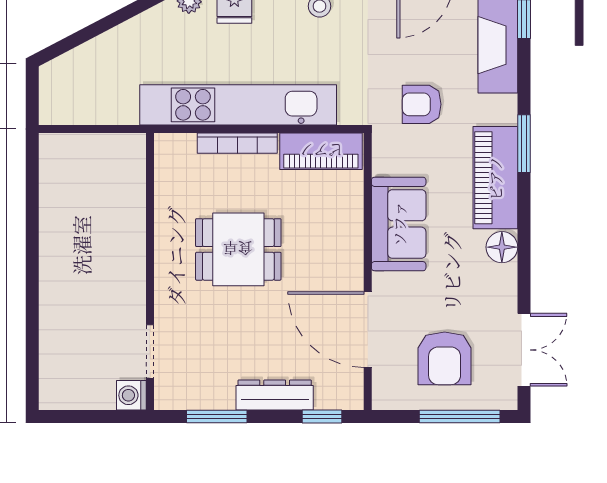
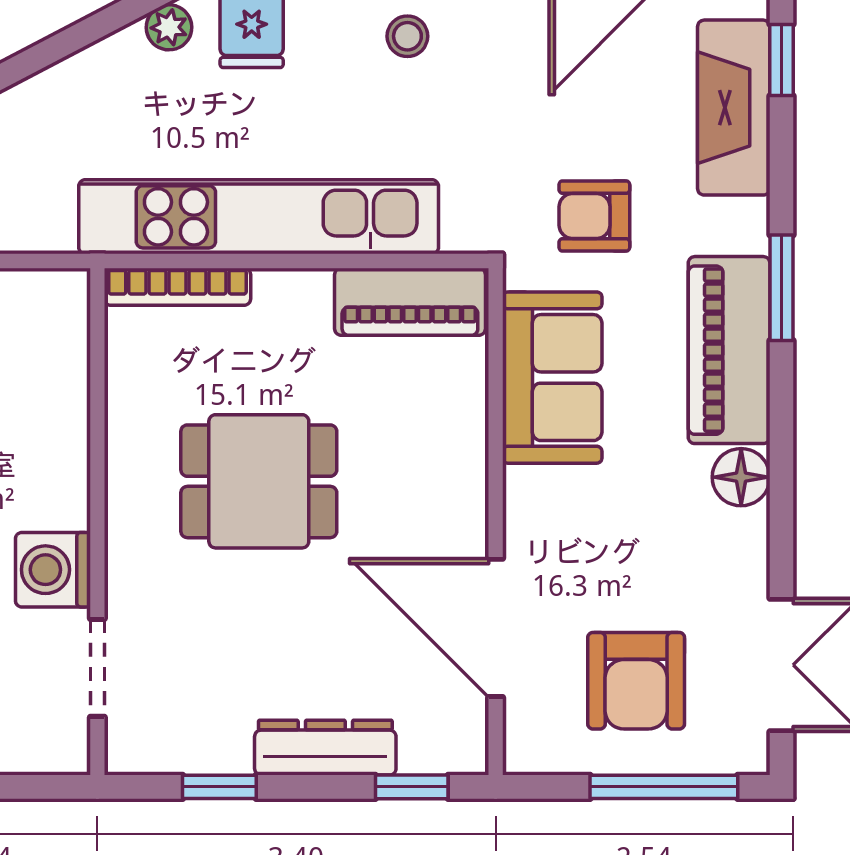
bookcase: (237, 143) -> (177, 287), moved
sofa: (399, 224) -> (552, 378), moved
washing machine: (131, 395) -> (53, 570), moved, width x1.38, depth x1.38
window: (217, 416) -> (219, 787), width x0.67

